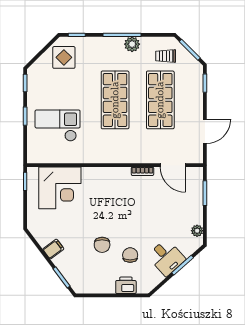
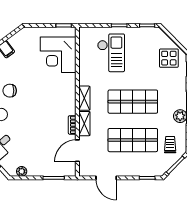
shelving: (111, 157) -> (84, 98), added
shelving: (141, 157) -> (84, 124), added

